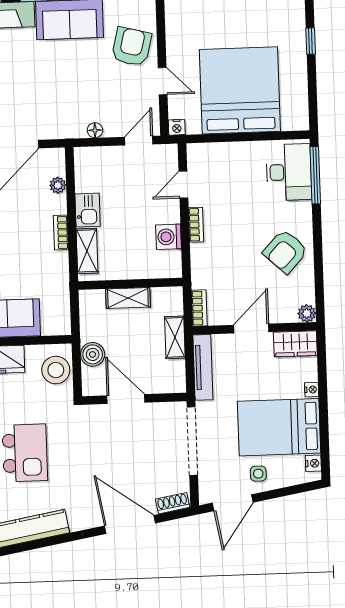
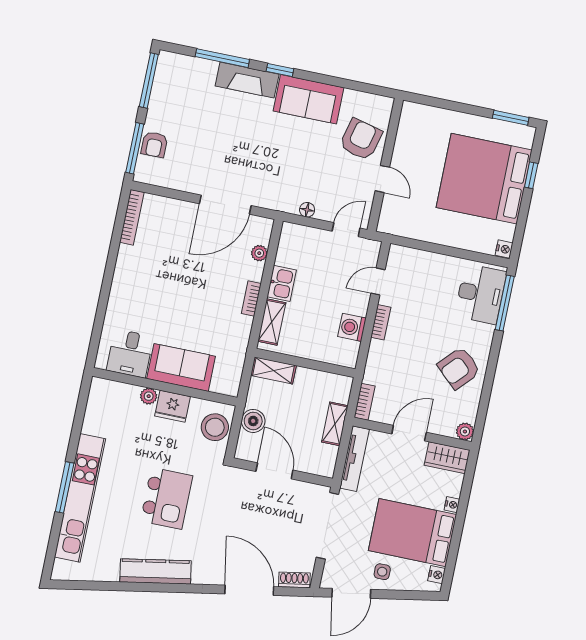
bed: (240, 90) -> (484, 179), moved, turned -90
nightstand: (177, 127) -> (504, 249), moved, turned -90
shelving: (128, 298) -> (274, 370), moved

